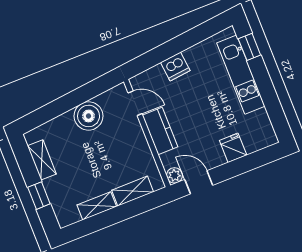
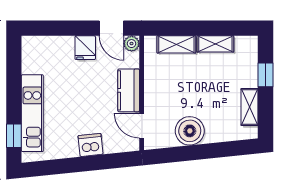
fridge: (233, 148) -> (85, 48), moved

